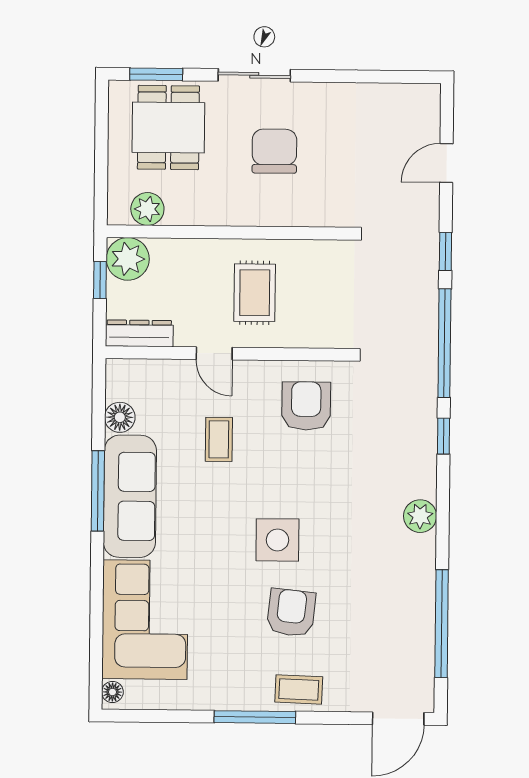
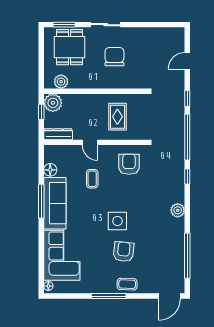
rug: (255, 293) -> (117, 117), moved

